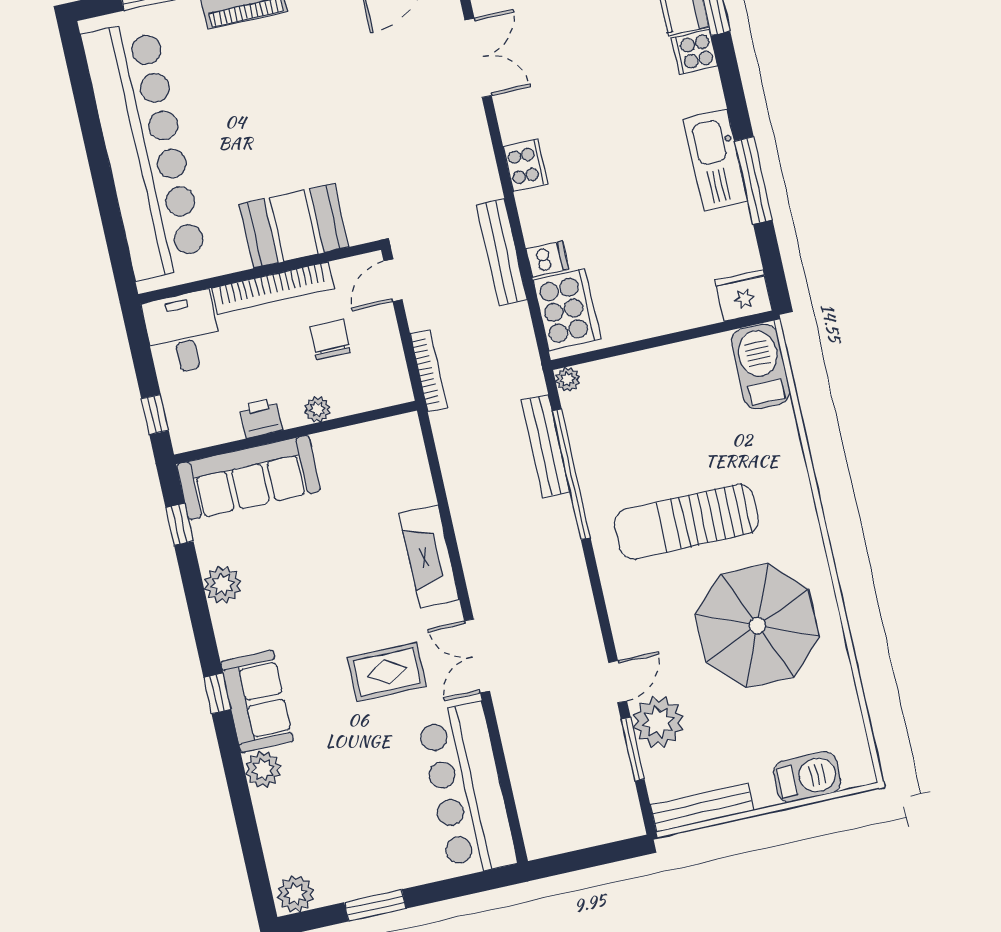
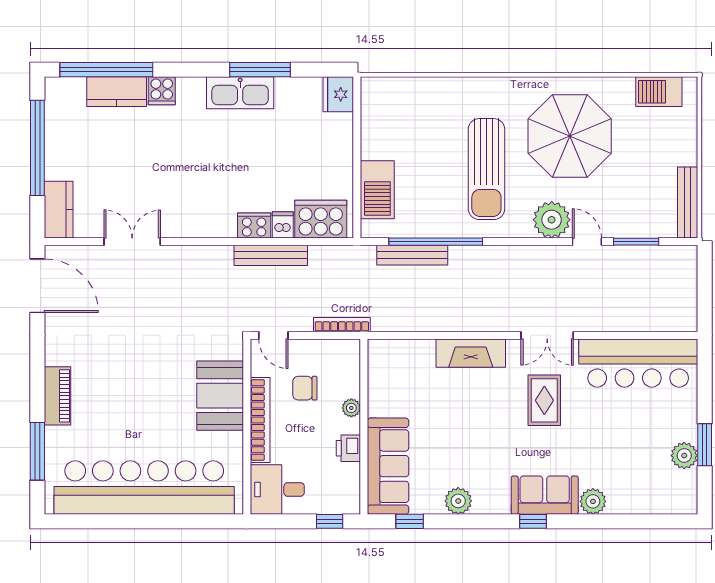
cooker: (526, 165) -> (254, 225), moved
barbecue: (761, 366) -> (377, 190), moved, turned -90
plant: (568, 379) -> (369, 229), removed
plant: (658, 722) -> (552, 220), moved
barbecue: (807, 777) -> (659, 92), moved, turned -90
plant: (296, 894) -> (684, 456), moved

